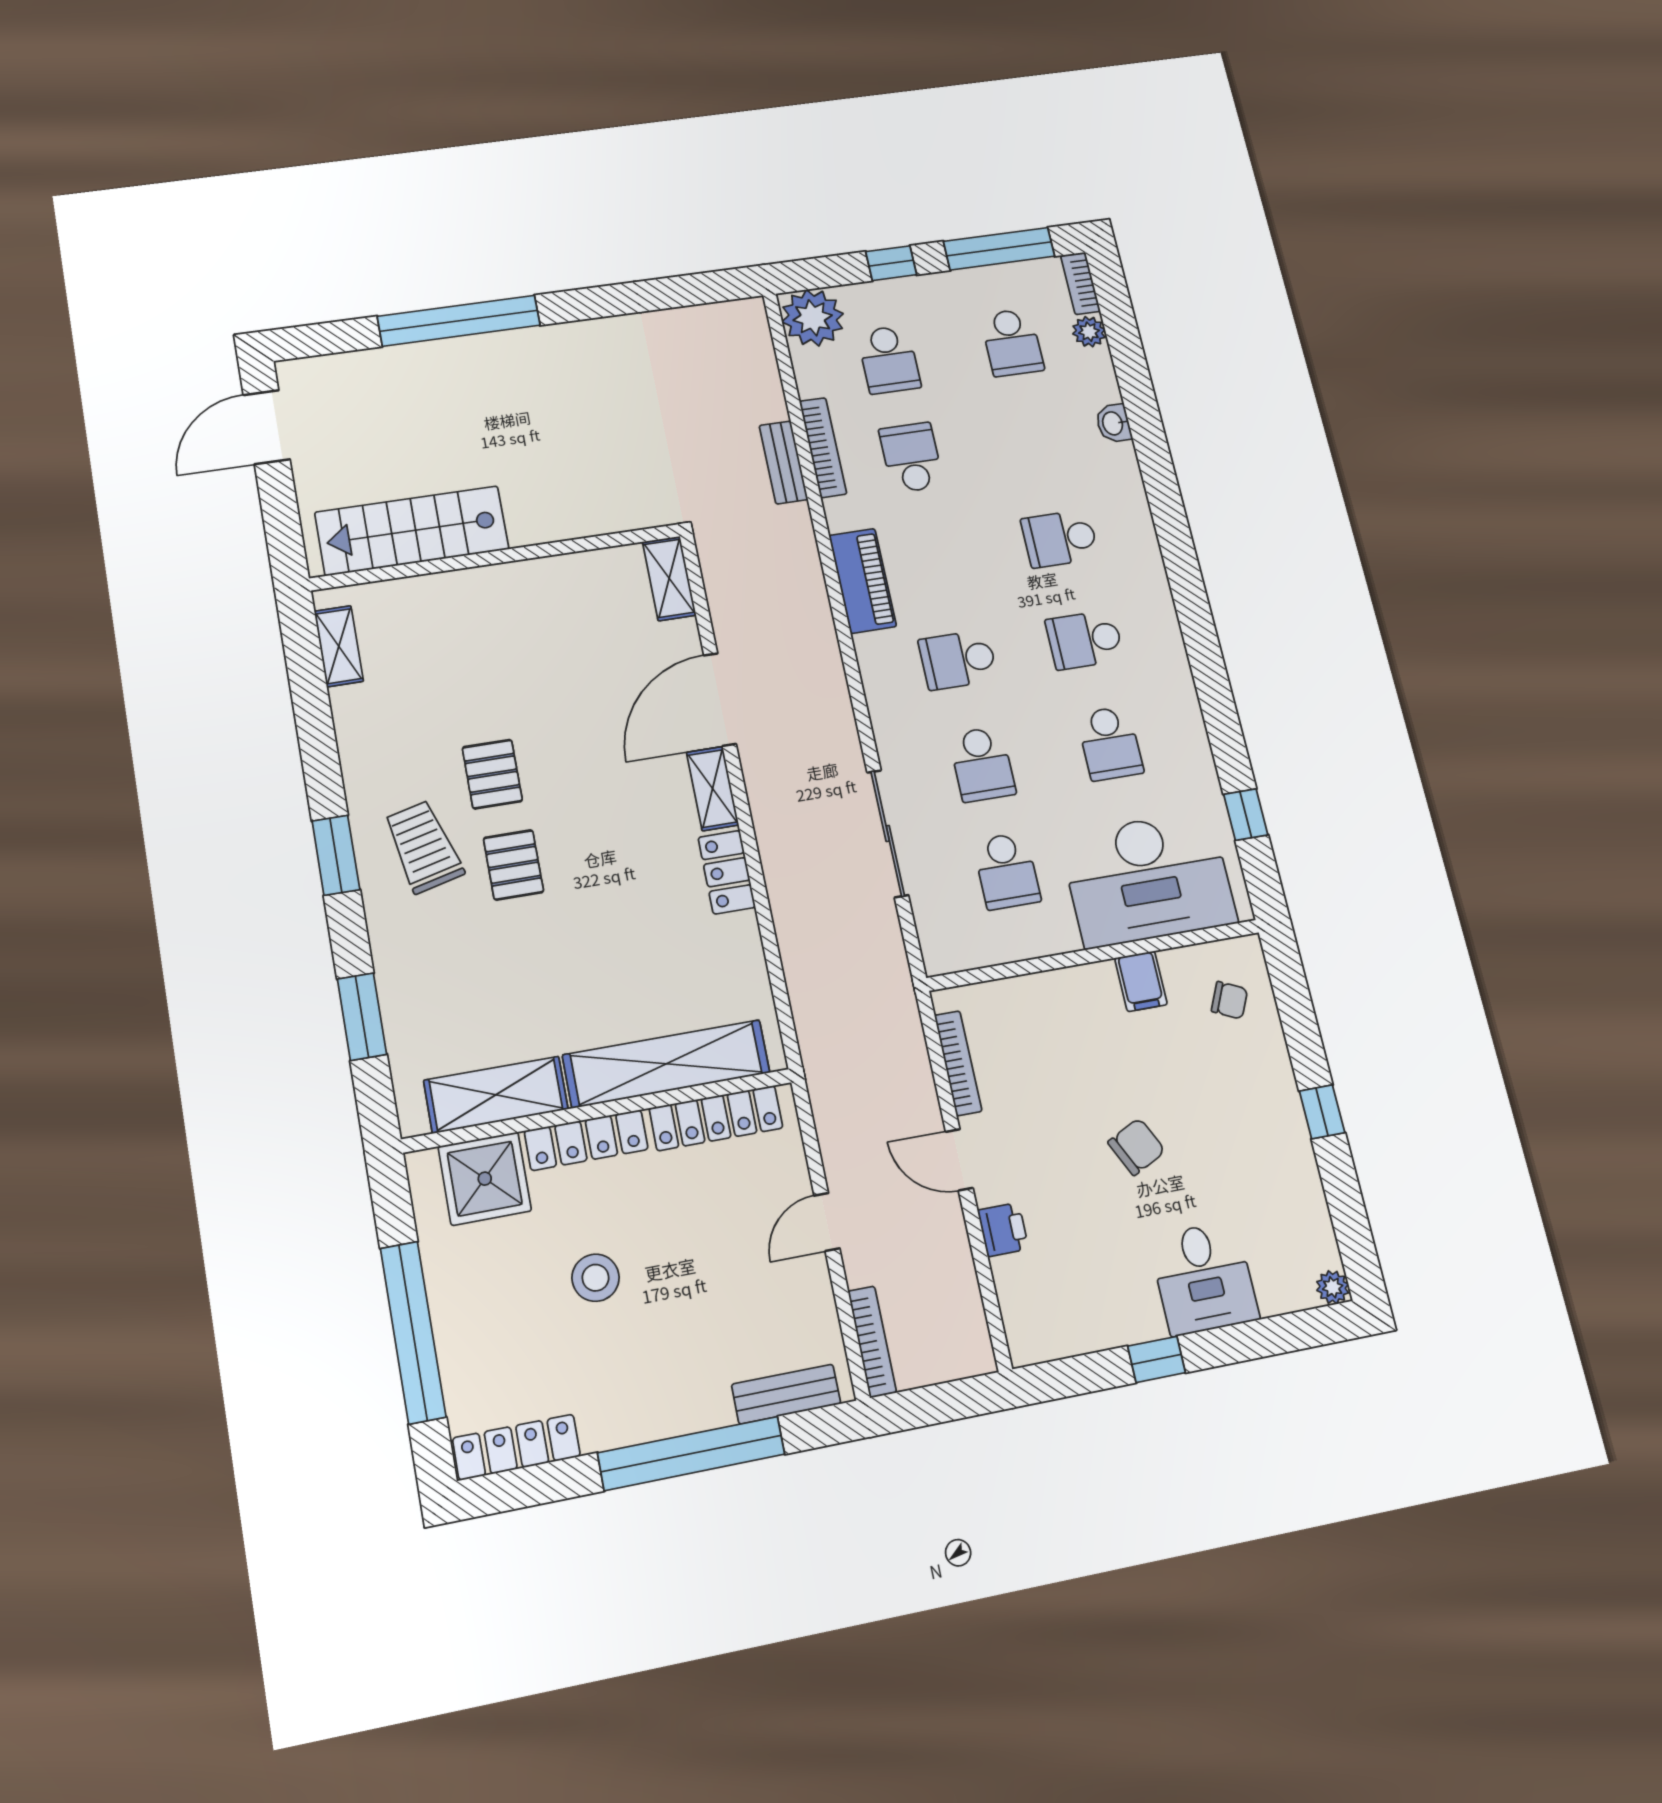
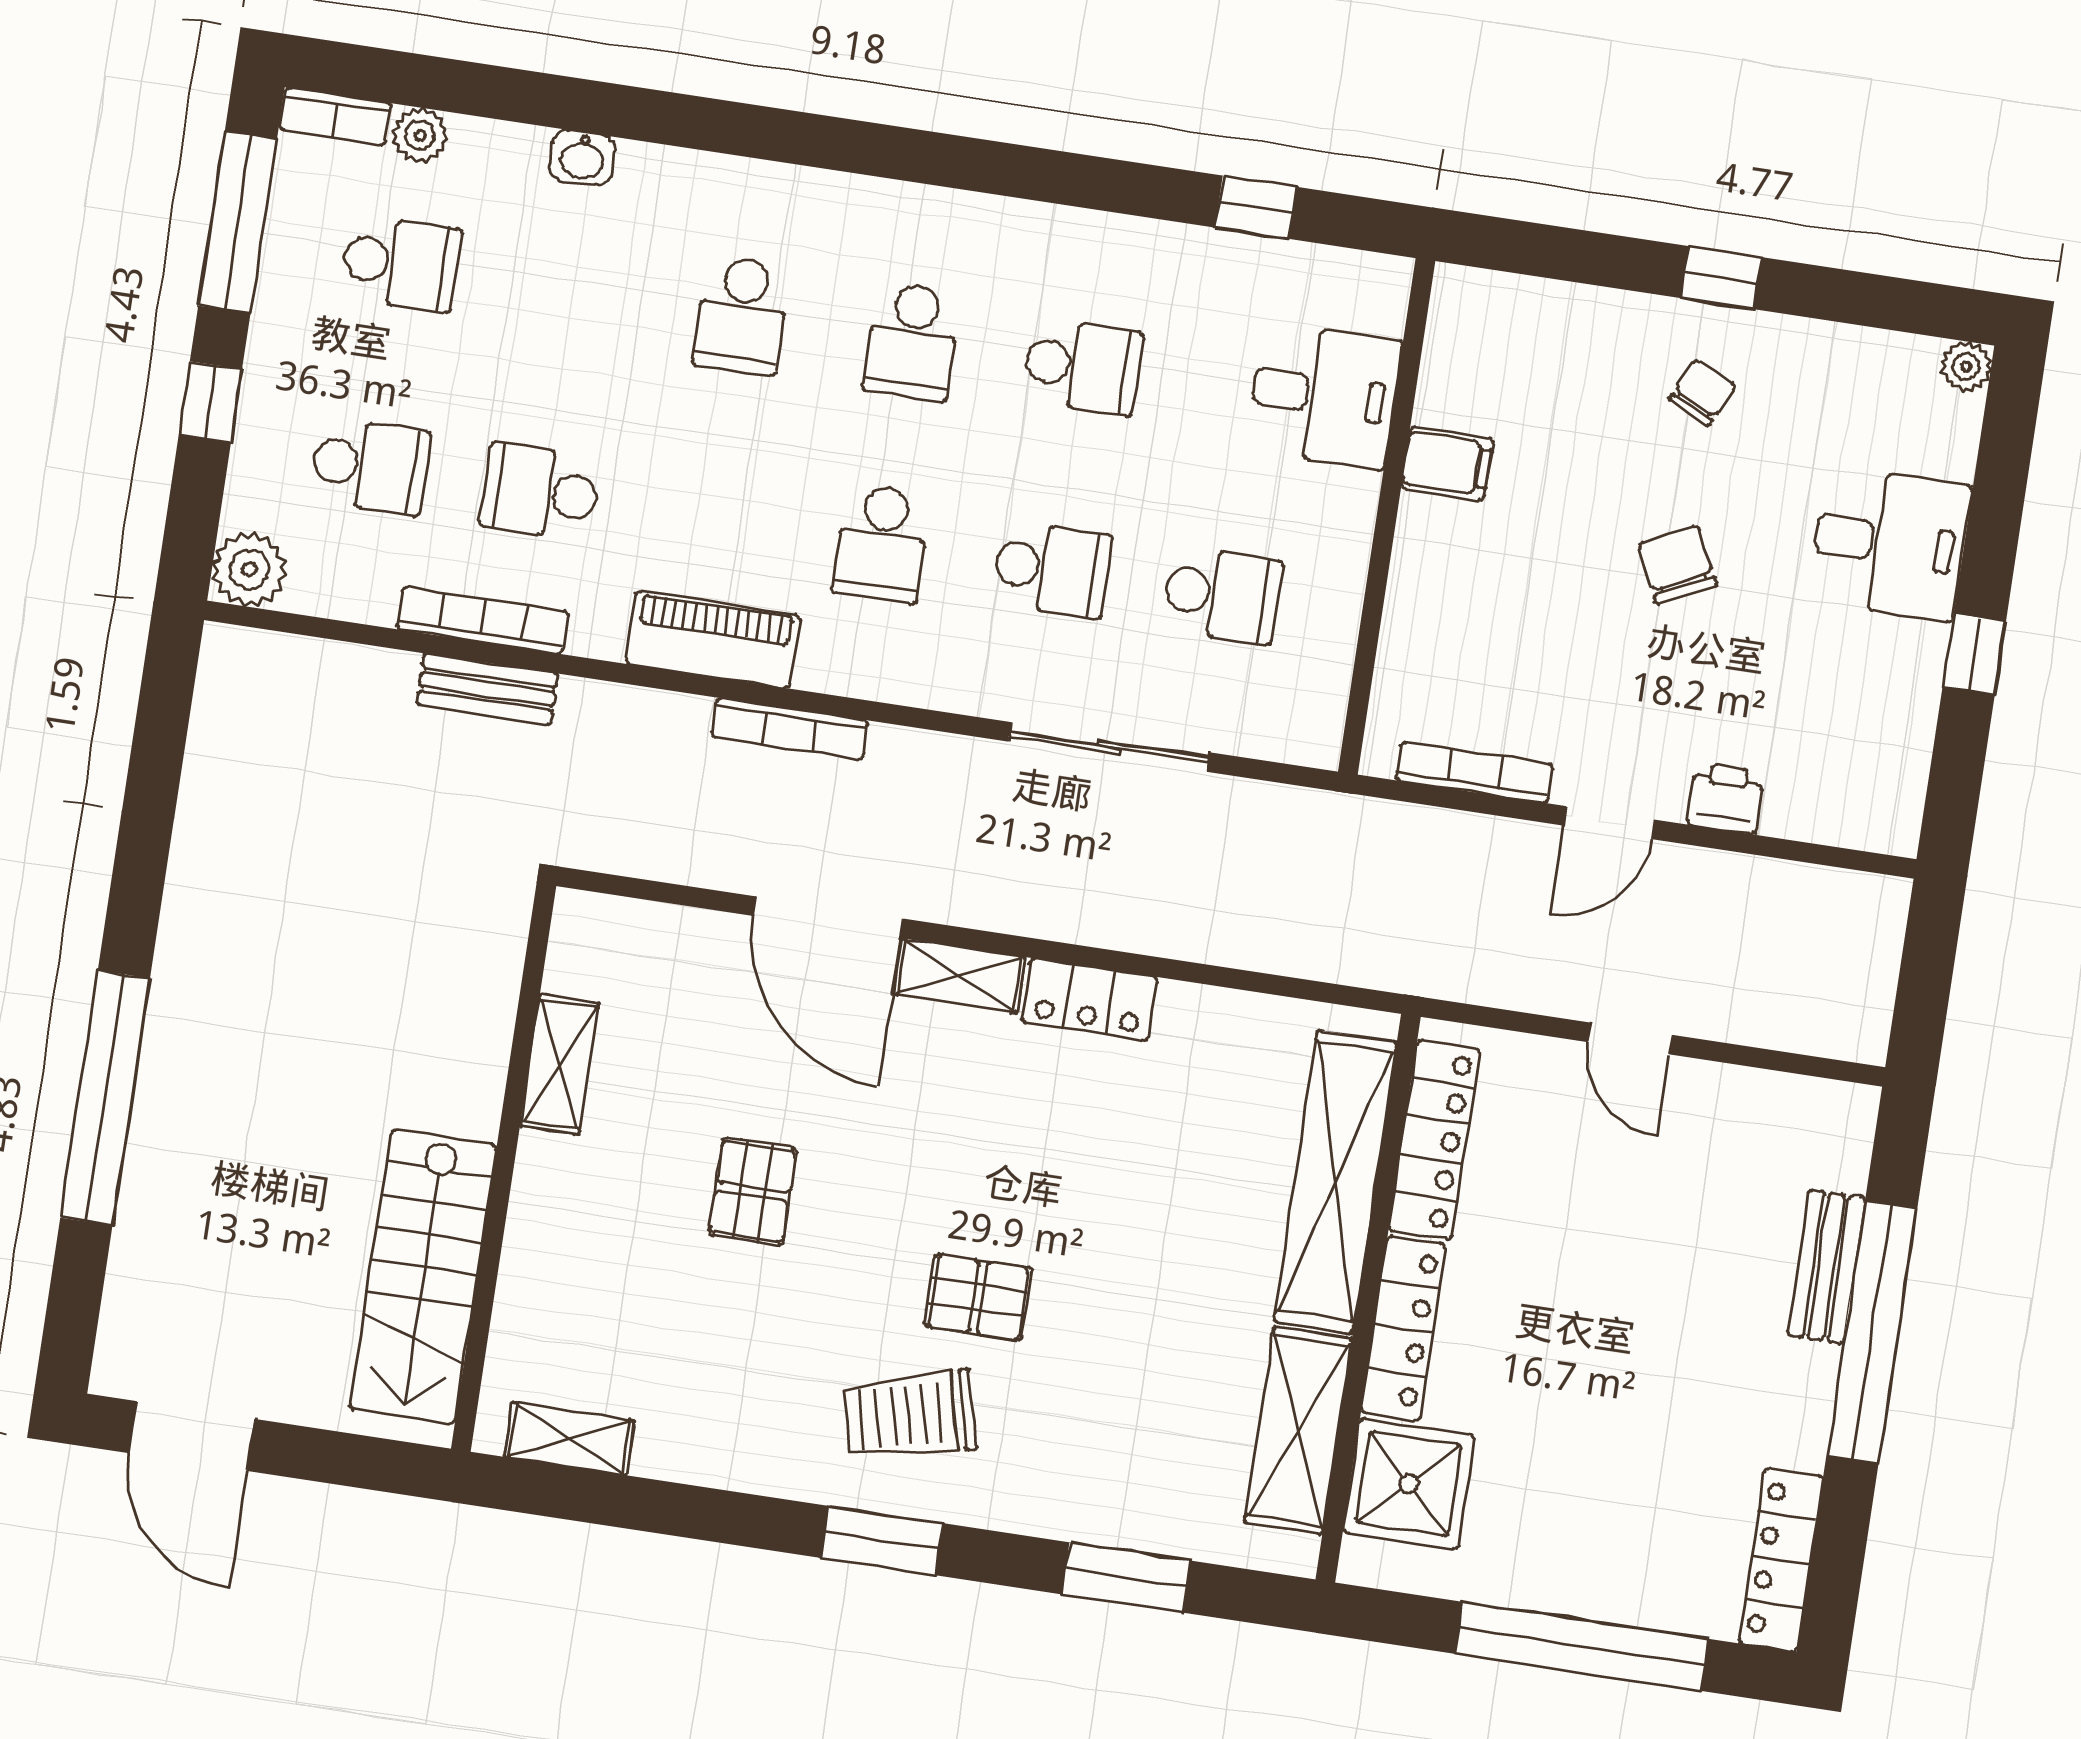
plant: (813, 318) -> (249, 569), width x0.73, depth x0.73
shelving: (669, 578) -> (559, 1064), moved, turned 90
pallet: (492, 774) -> (753, 1192), moved, turned 90
desk: (1148, 879) -> (1324, 395), width x0.53, depth x0.77
chair: (1229, 1000) -> (1702, 393), moved
stool: (596, 1278) -> (1595, 1380), removed
bookcase: (872, 1342) -> (790, 729), moved, turned 180
bench: (786, 1394) -> (1826, 1267), moved

